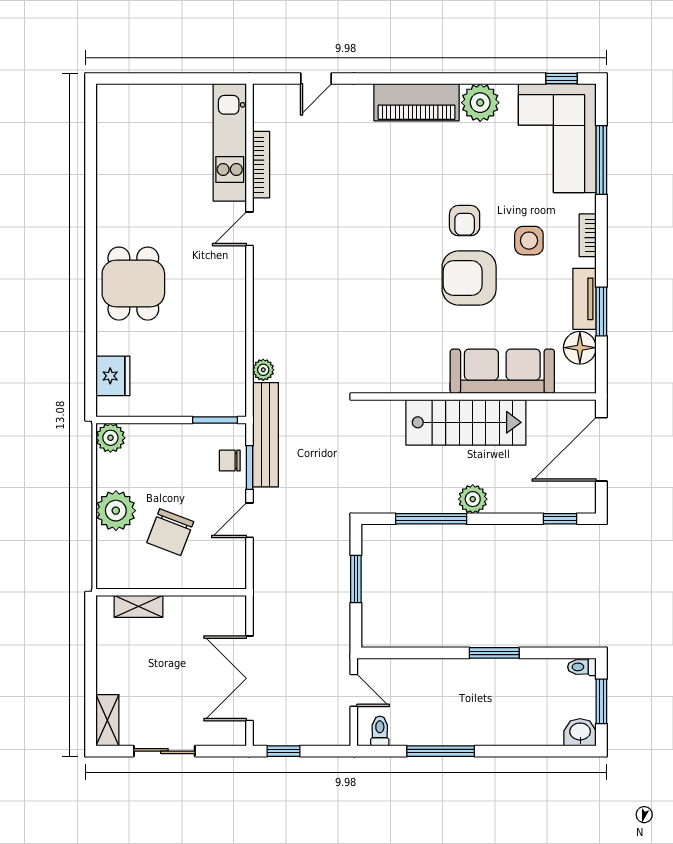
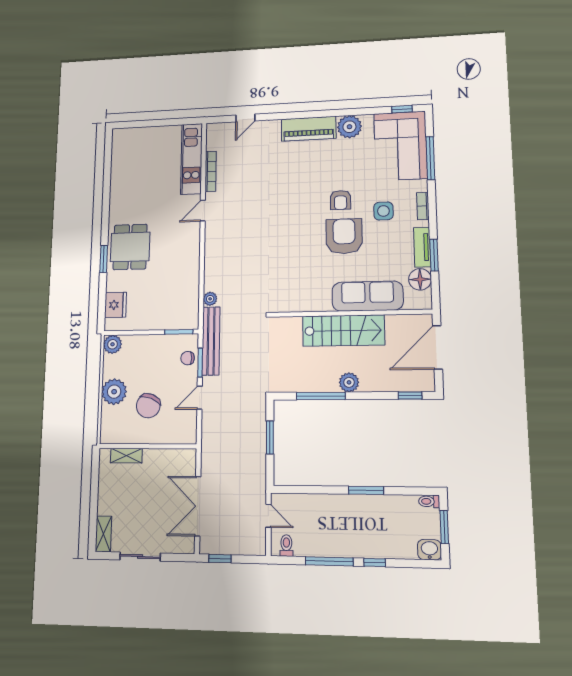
armchair: (469, 278) -> (344, 236), turned 90
window: (91, 302) -> (104, 259), added
window: (504, 751) -> (375, 562), added

